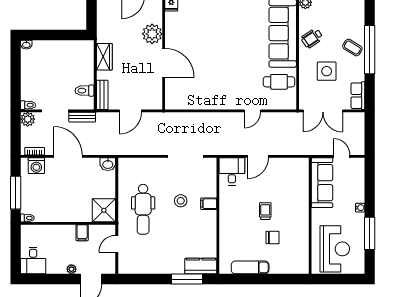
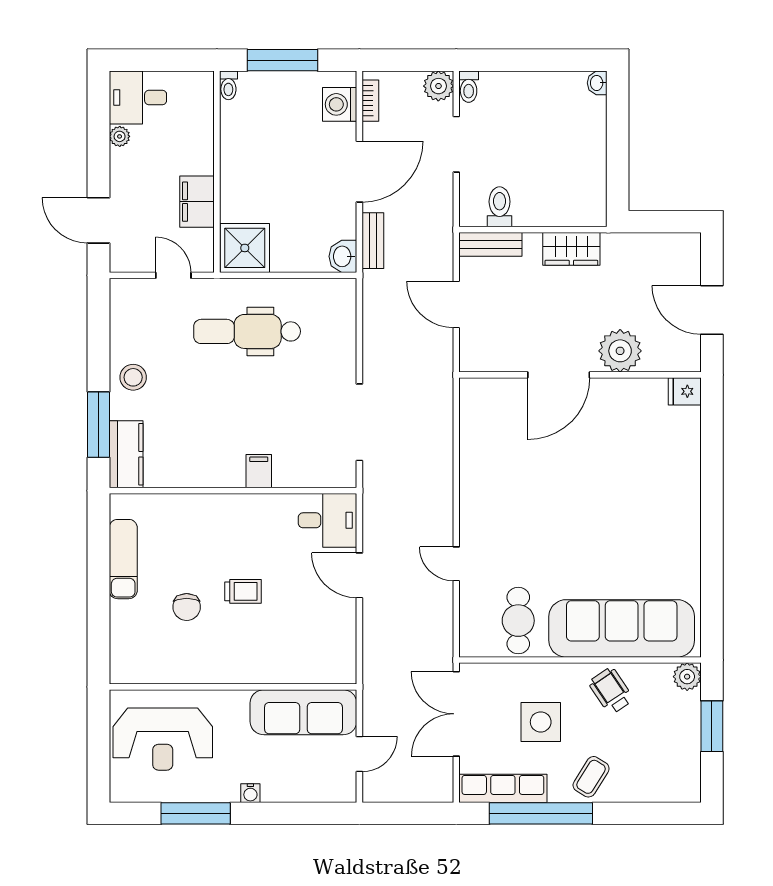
window: (370, 50) -> (541, 813), moved
row of seats: (358, 96) -> (503, 788), width x1.48
bench: (82, 117) -> (373, 241), moved
stool: (181, 201) -> (133, 377), moved
filing cabinet: (82, 233) -> (197, 202), width x2.00
plant: (71, 269) -> (120, 136), moved

